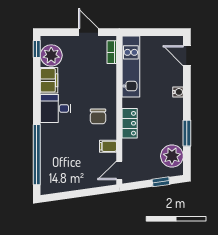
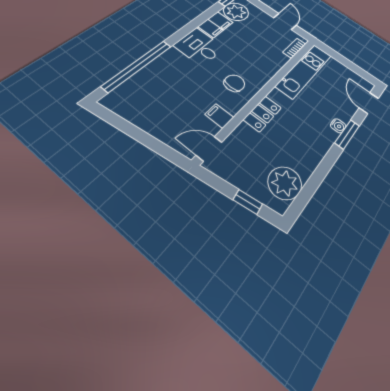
chair: (98, 116) -> (234, 83), turned 180
window: (187, 133) -> (347, 134), moved

